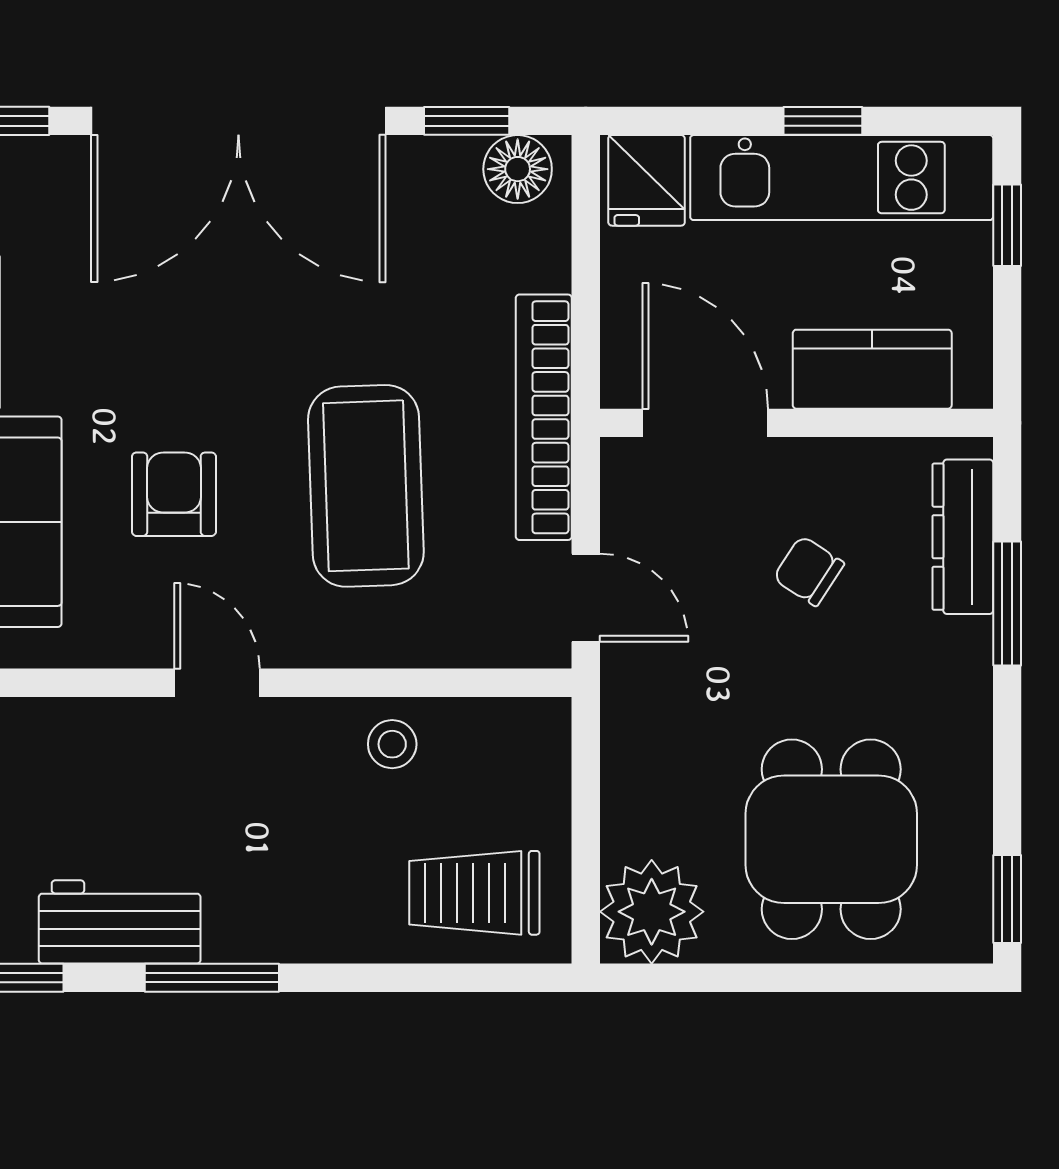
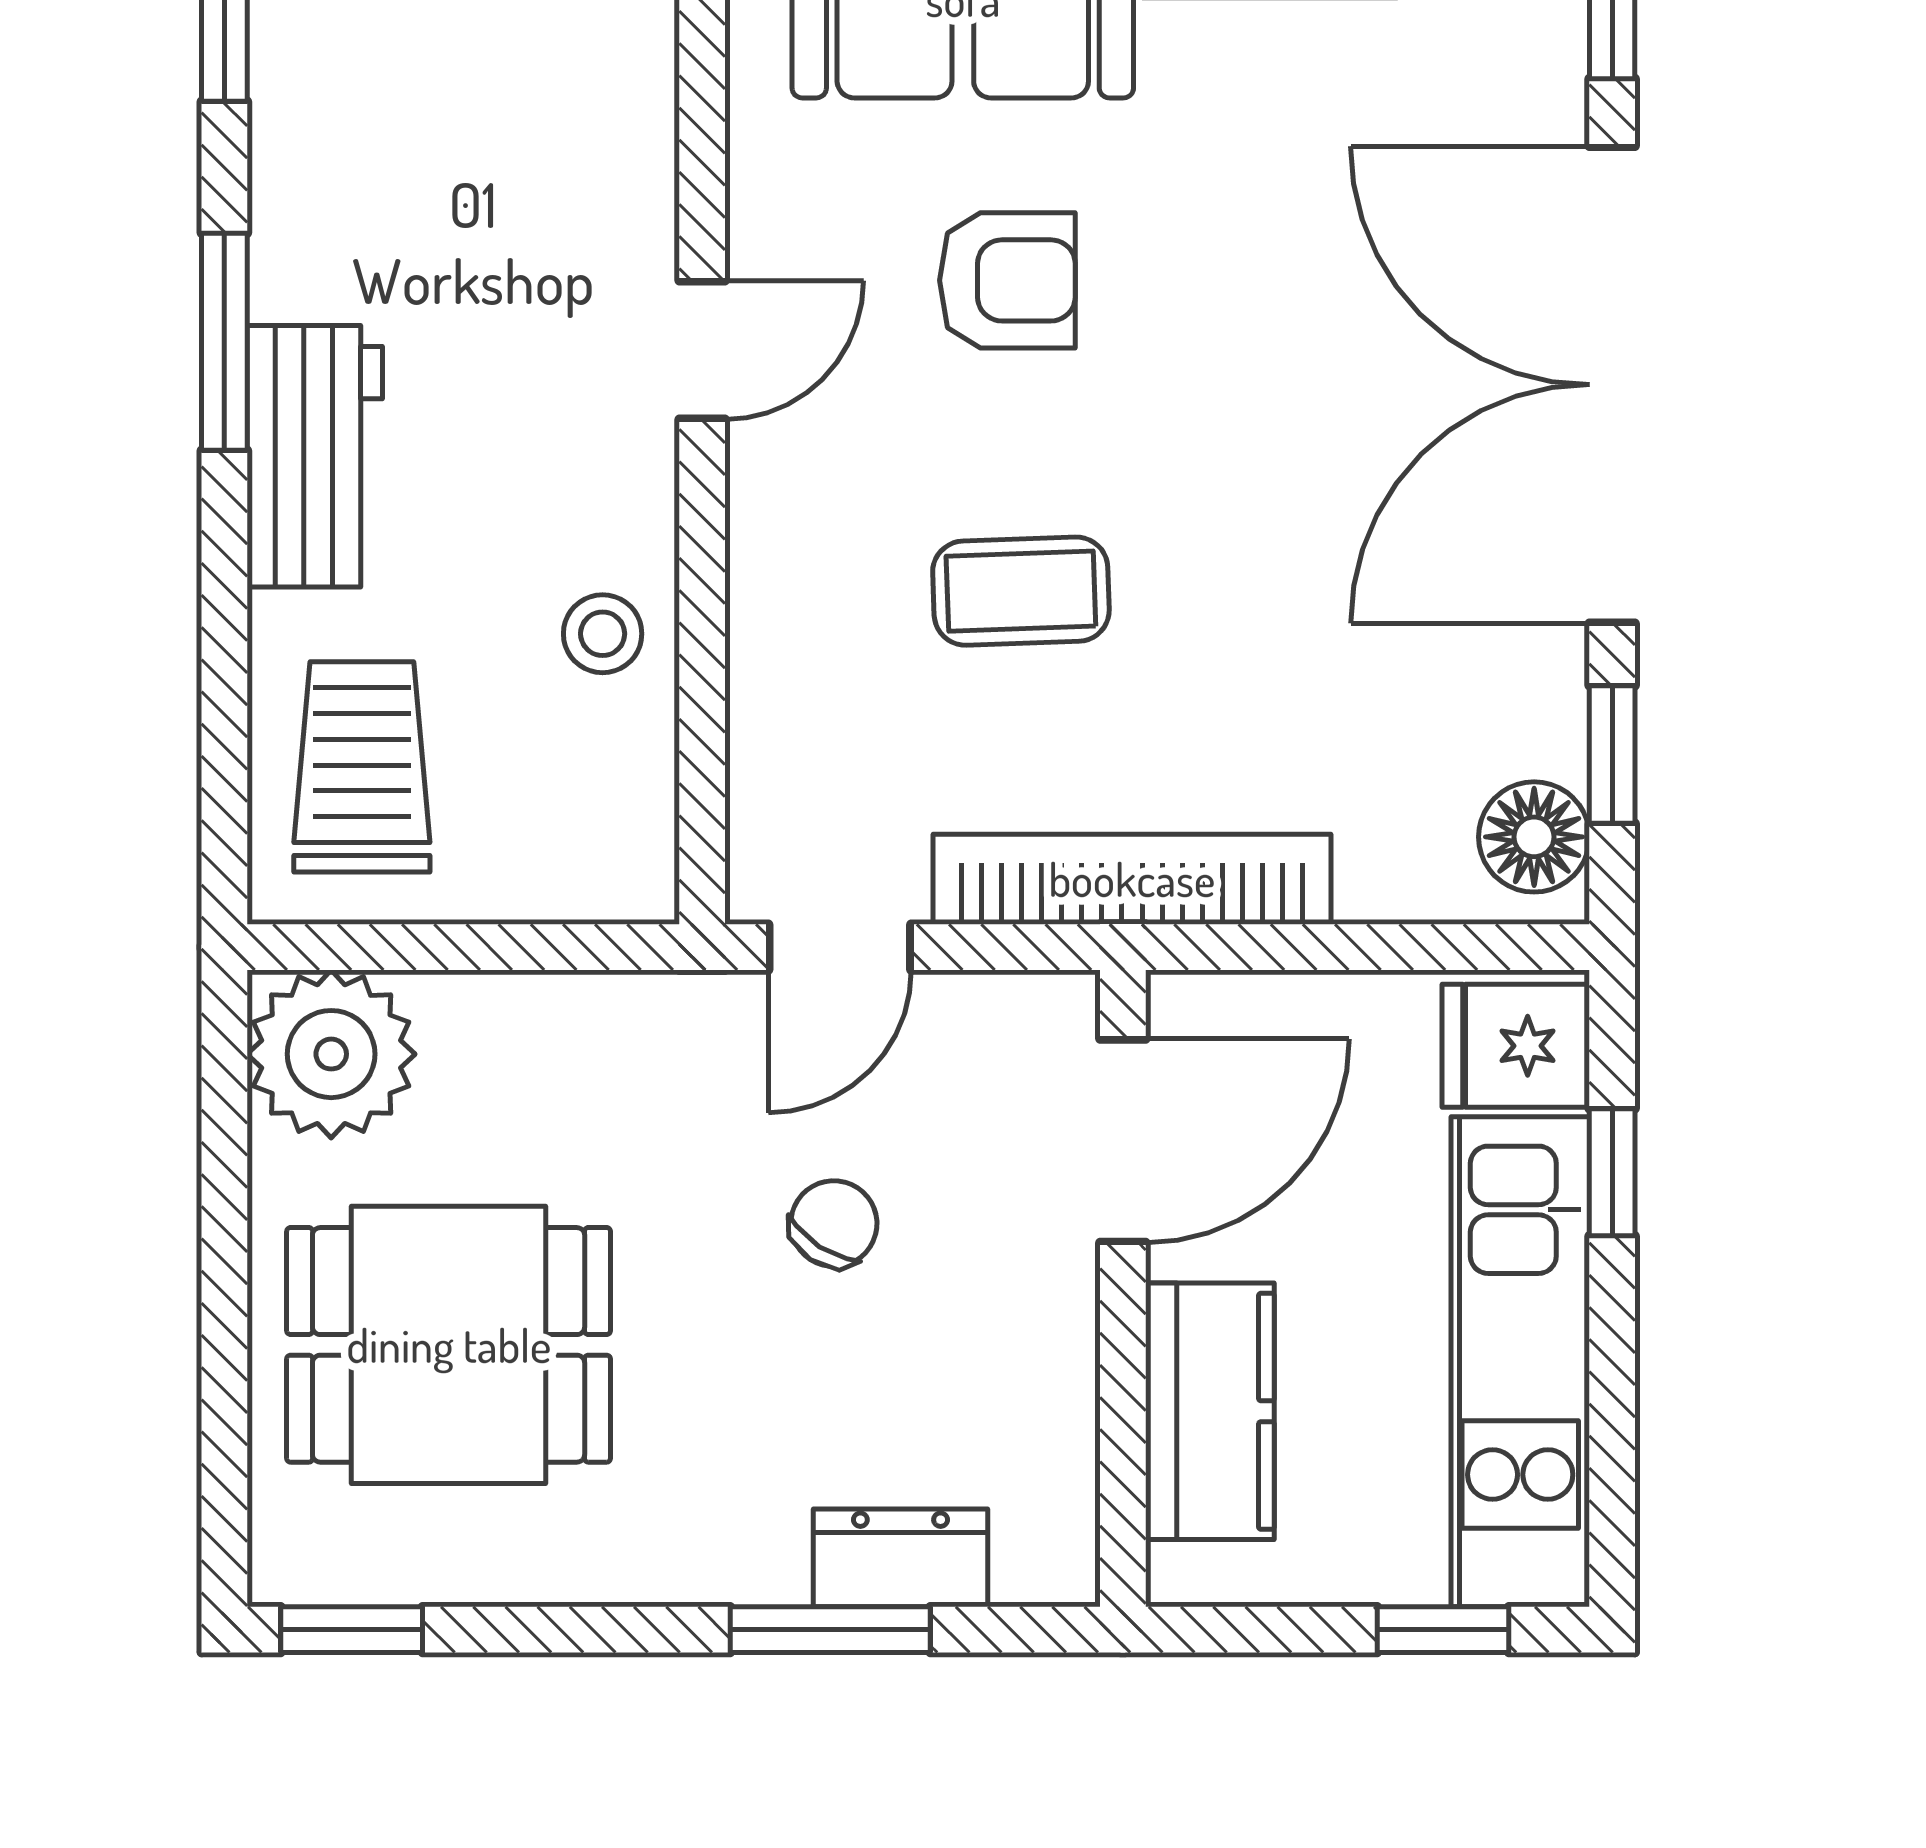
window: (823, 121) -> (1612, 1172), moved
coffee table: (366, 486) -> (1021, 591), width x0.54, depth x0.58
dresser: (963, 537) -> (900, 1558), width x0.70
chair: (809, 571) -> (834, 1224), moved
workbench: (120, 922) -> (315, 456), moved

